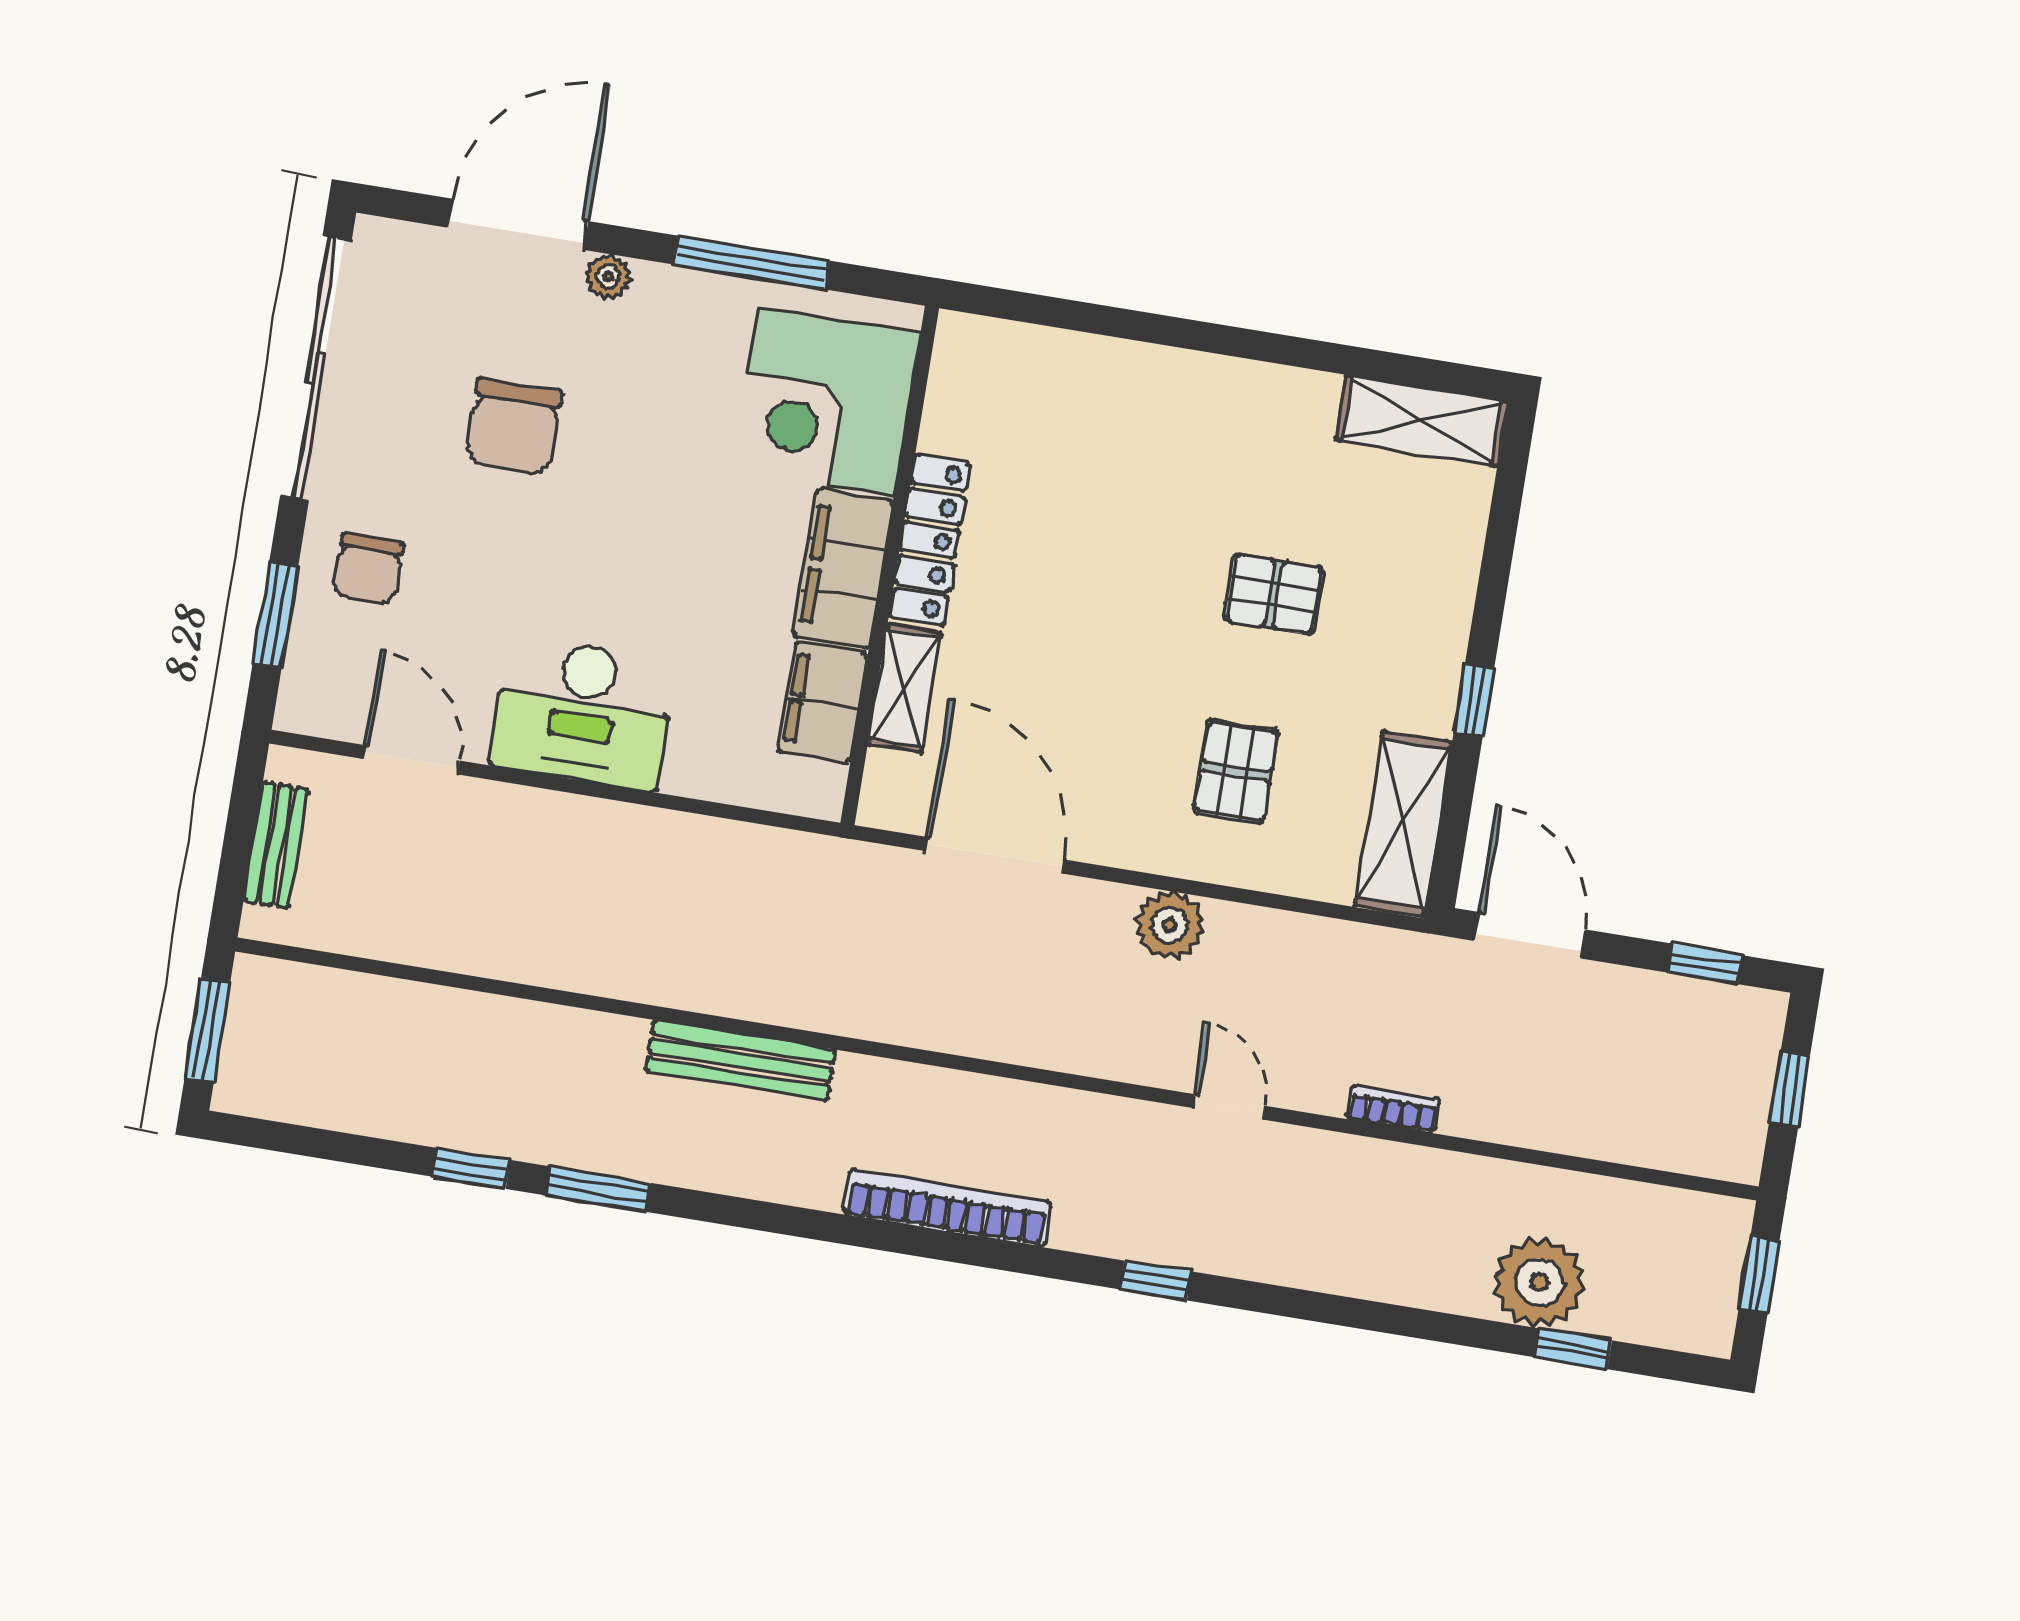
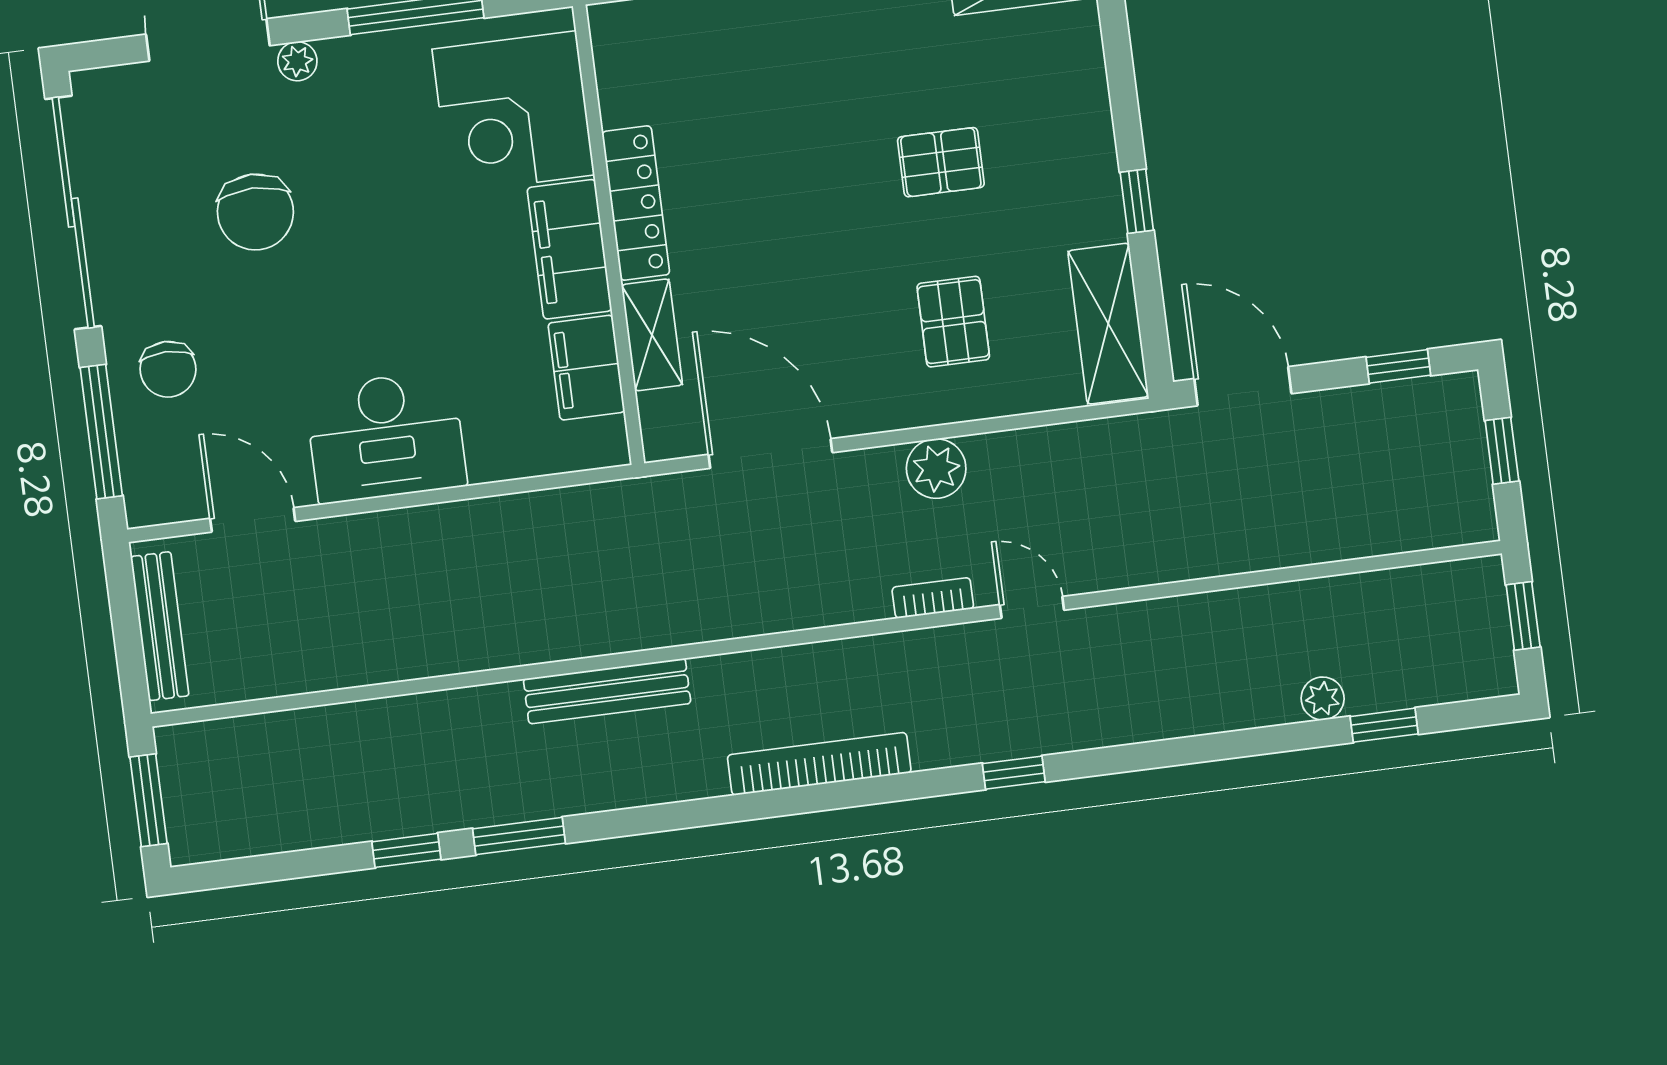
window: (275, 615) -> (101, 432), width x1.44
bench: (276, 845) -> (160, 626), width x1.36
bookcase: (1393, 1109) -> (933, 598), moved
plant: (1539, 1282) -> (1323, 698), width x0.53, depth x0.53

